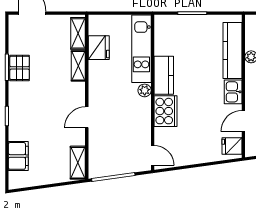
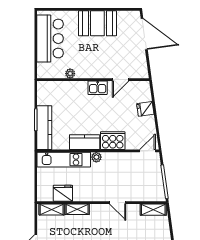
kitchen counter: (232, 50) -> (44, 128), moved, turned -90
door: (243, 121) -> (121, 80), hinge flipped
fridge: (232, 146) -> (145, 109), moved, turned 82

